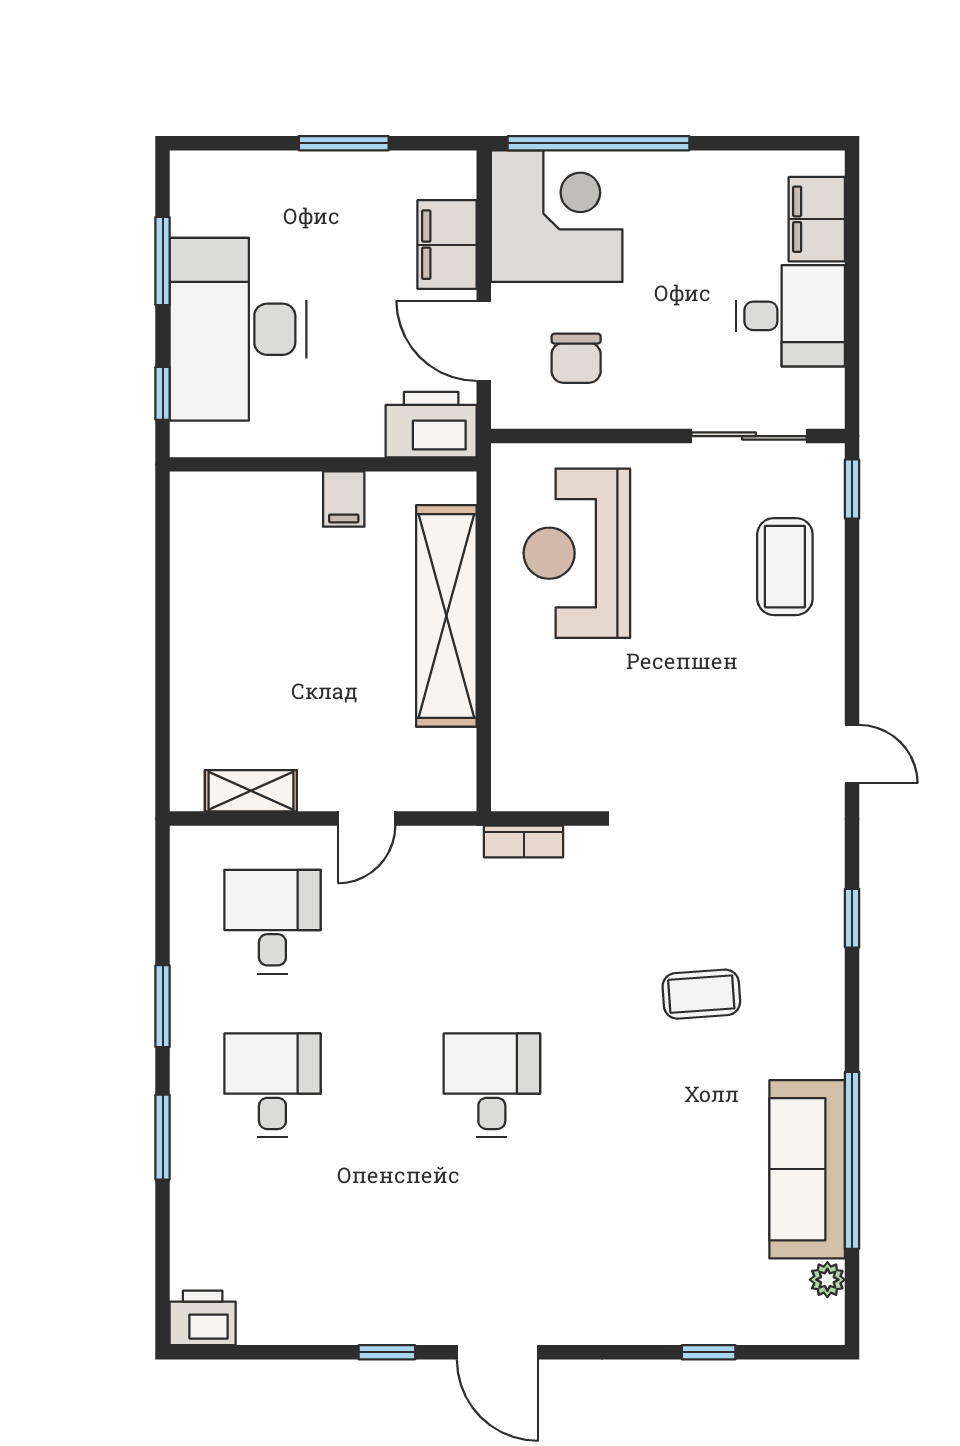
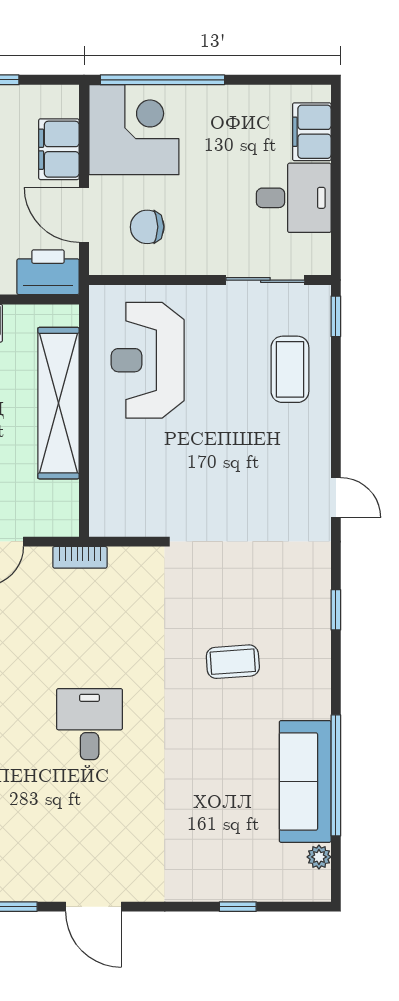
chair: (576, 358) -> (147, 227), turned 90
bookcase: (524, 842) -> (80, 557), moved

